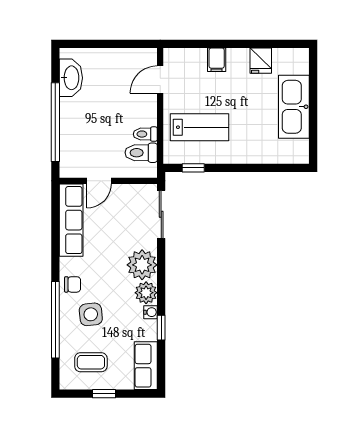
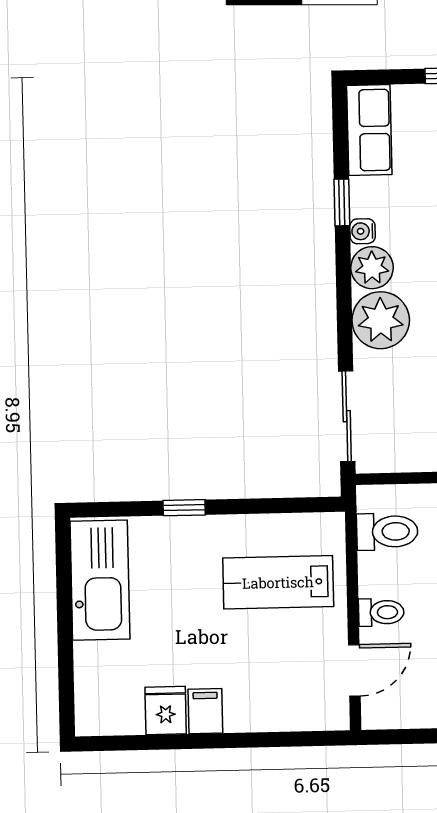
filing cabinet: (217, 60) -> (205, 711), moved
kitchen sink: (294, 107) -> (100, 580), moved
toilet: (145, 134) -> (381, 612), moved
window: (193, 168) -> (184, 508), moved

